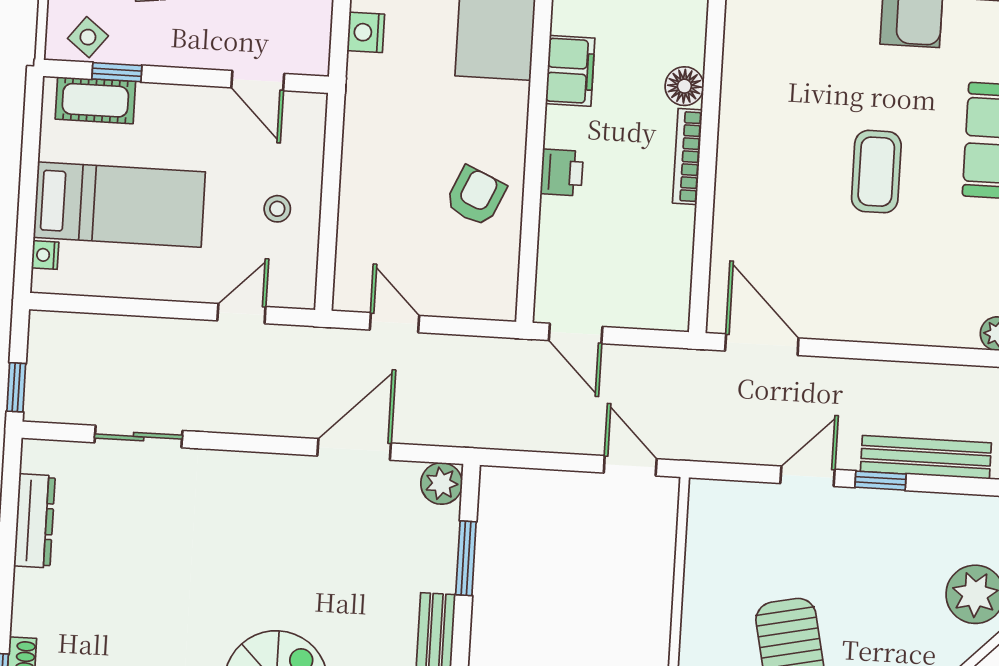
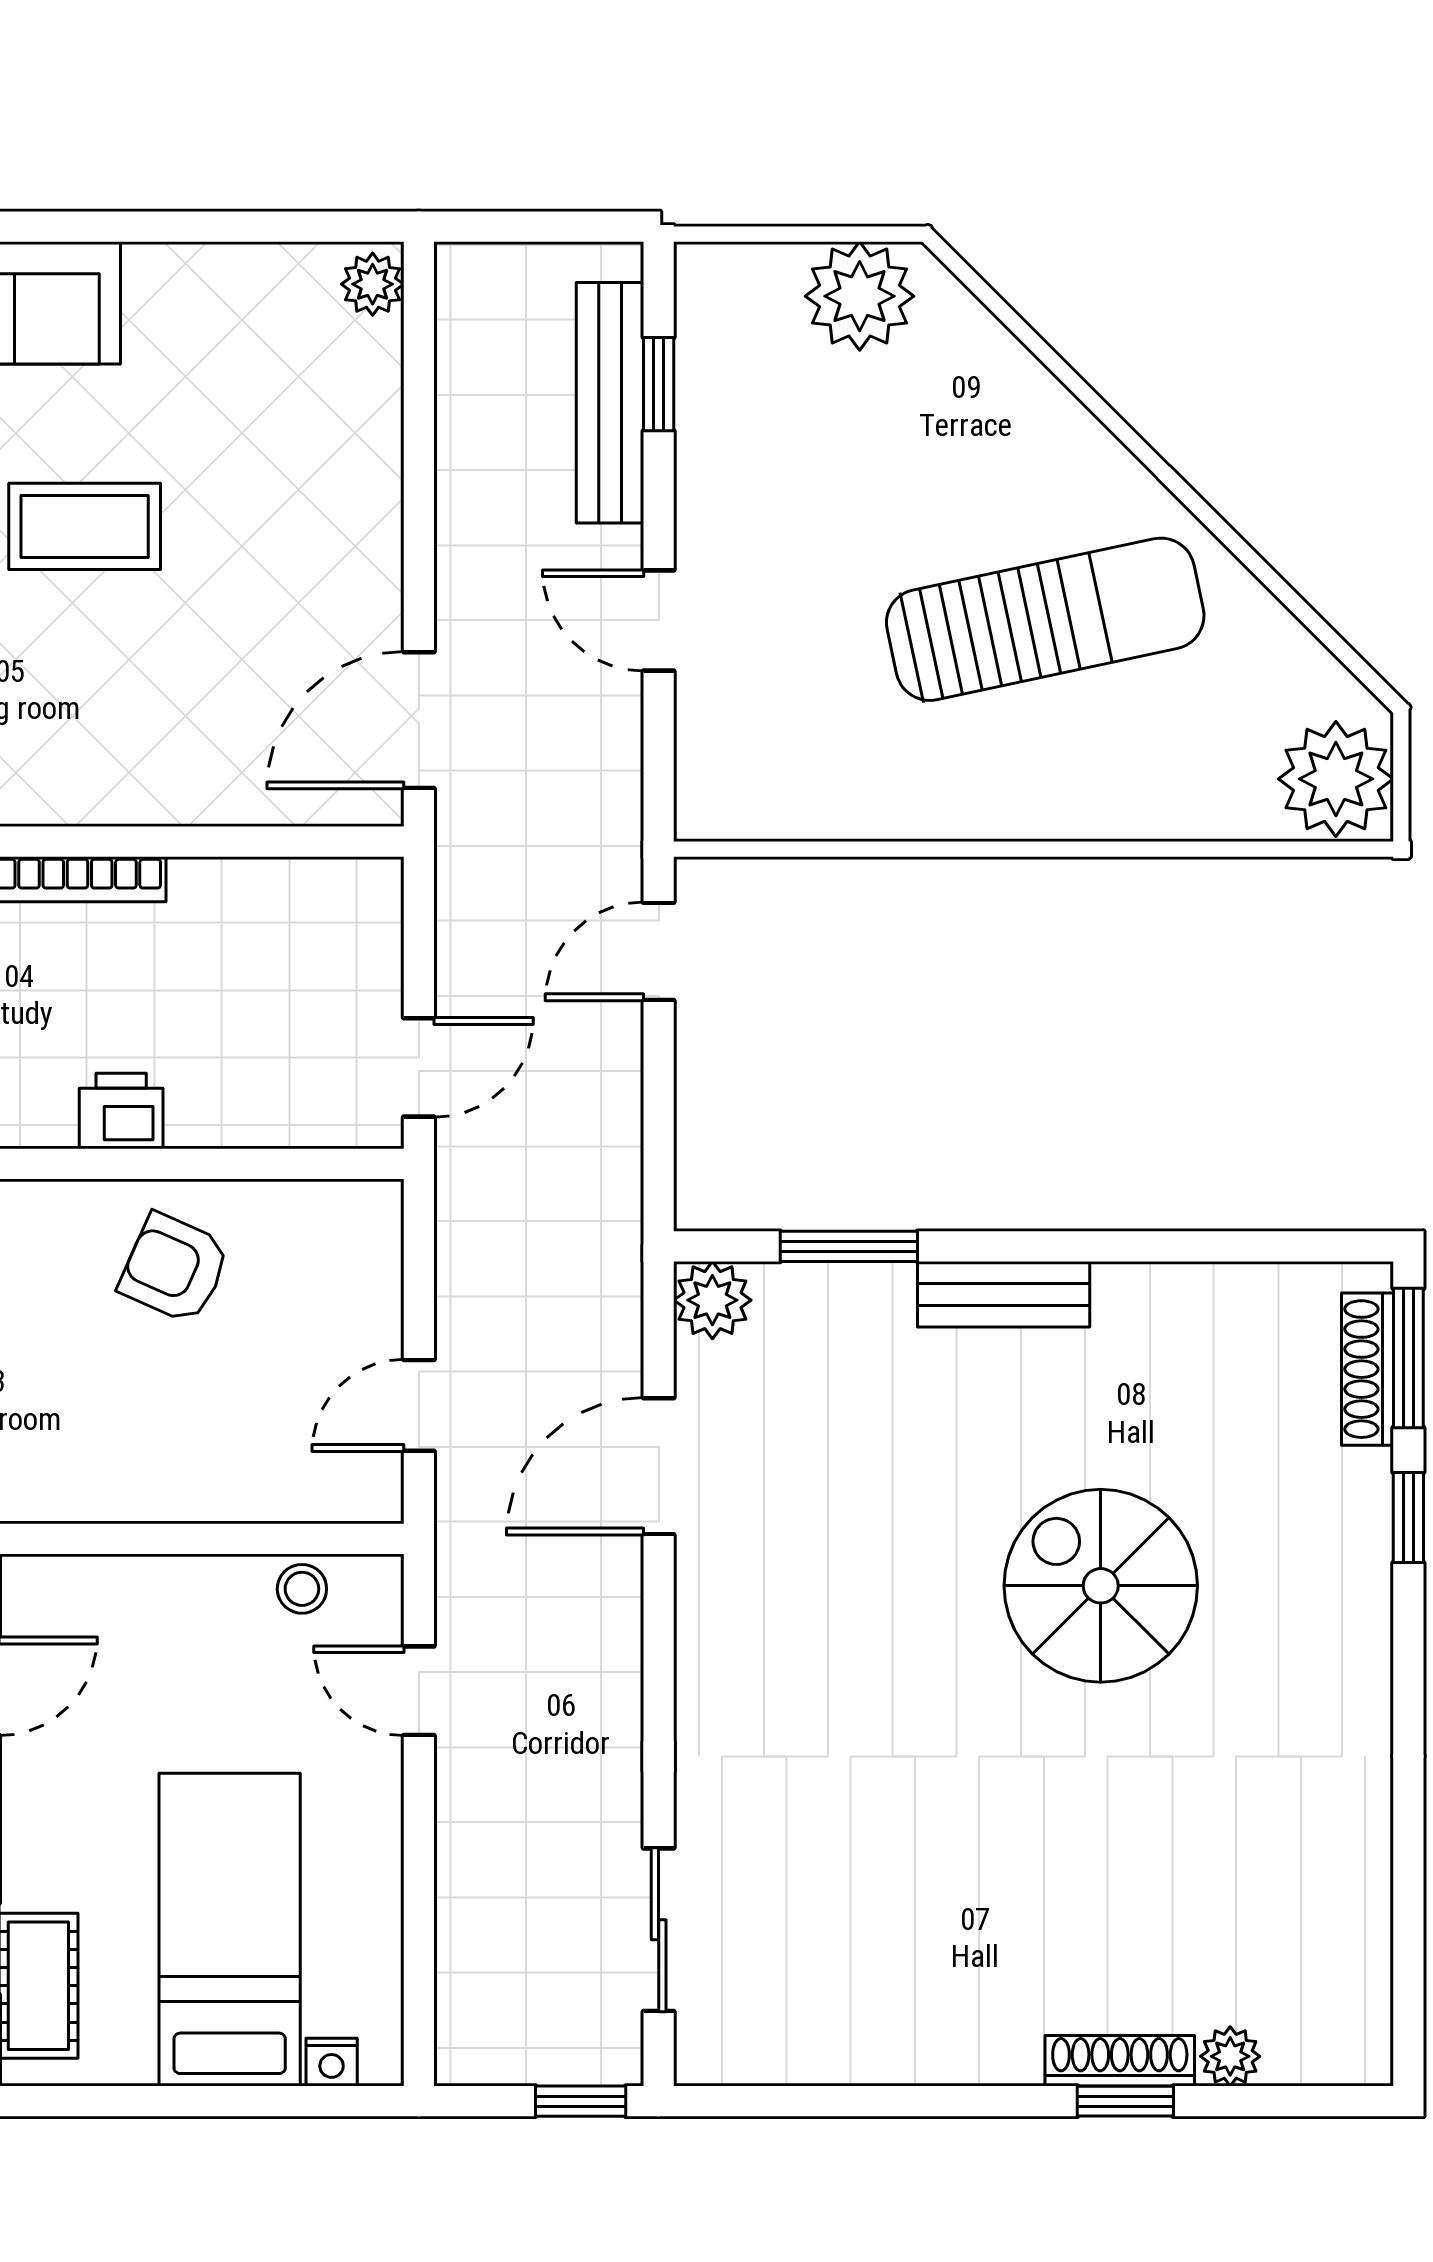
stool: (277, 209) -> (302, 1589), moved
sliding door: (139, 437) -> (659, 1930), moved
door: (354, 449) -> (659, 1466), hinge flipped
window: (880, 481) -> (659, 384), moved
dresser: (35, 521) -> (827, 2052), removed

